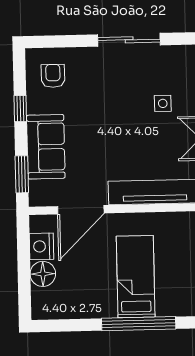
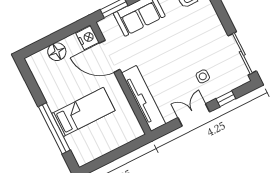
sliding door: (129, 40) -> (242, 53), moved
nightstand: (41, 246) -> (87, 38), moved, turned 90

